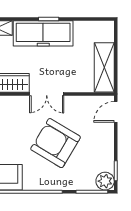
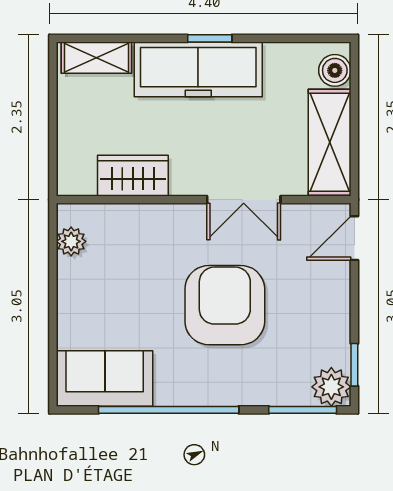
boiler: (107, 34) -> (335, 70), added
double door: (47, 94) -> (244, 200), moved
armchair: (56, 143) -> (225, 305), turned 59

